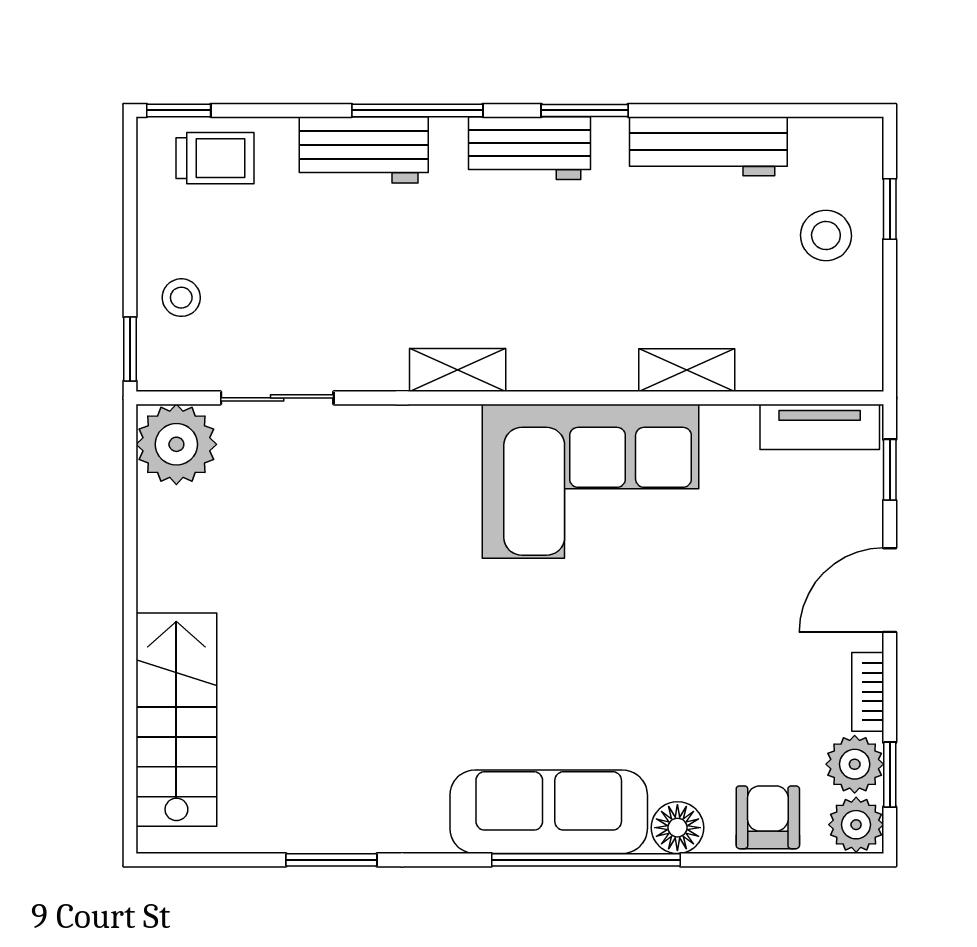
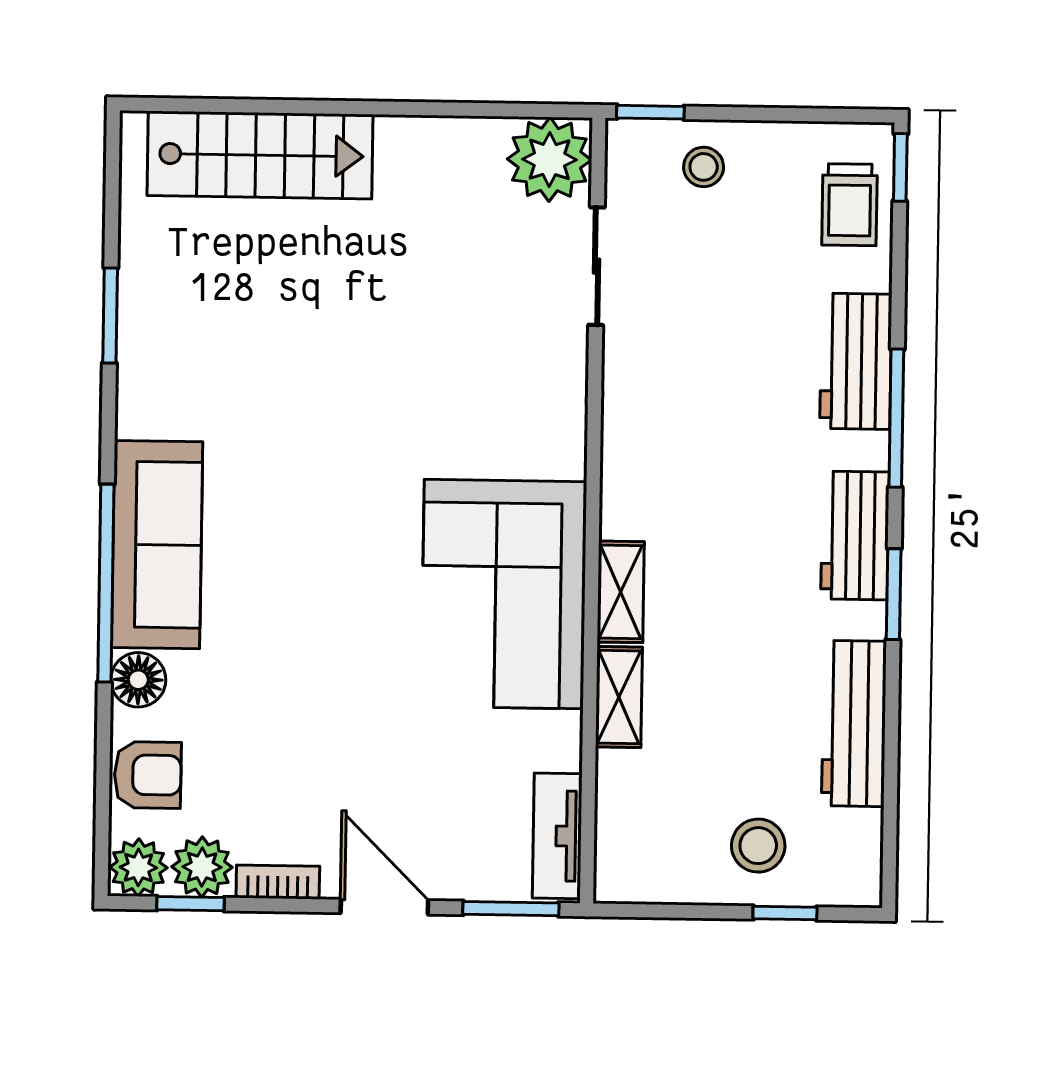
shelving: (458, 370) -> (621, 592), moved
window: (890, 470) -> (511, 909), width x1.50

